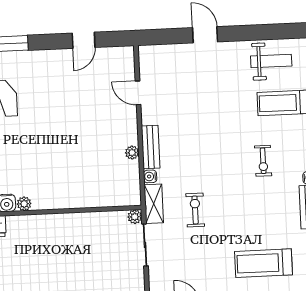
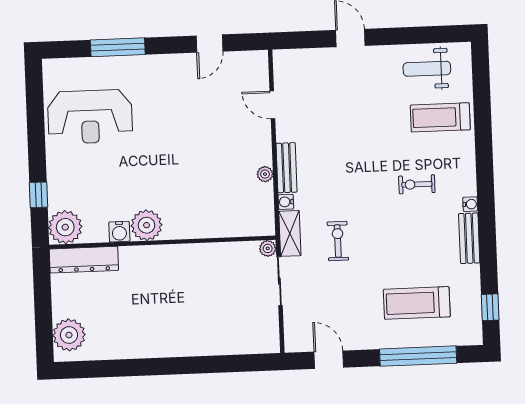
weight bench: (271, 61) -> (427, 69), turned 180
exercise bike: (263, 161) -> (417, 184), turned 90
plant: (24, 204) -> (147, 225), width x1.88, depth x1.88

